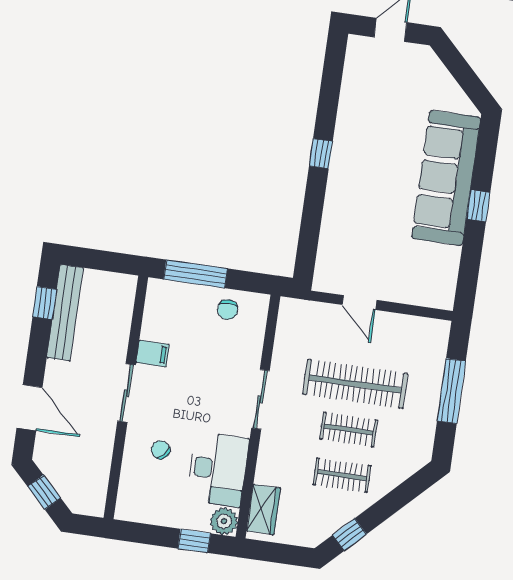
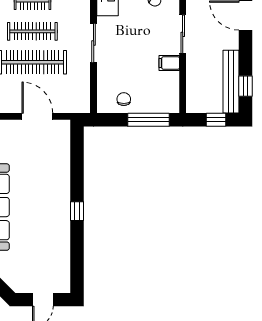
window: (95, 259) -> (216, 120), added
door: (359, 302) -> (37, 116), width x1.38
clothes rail: (349, 430) -> (32, 31), width x1.36

